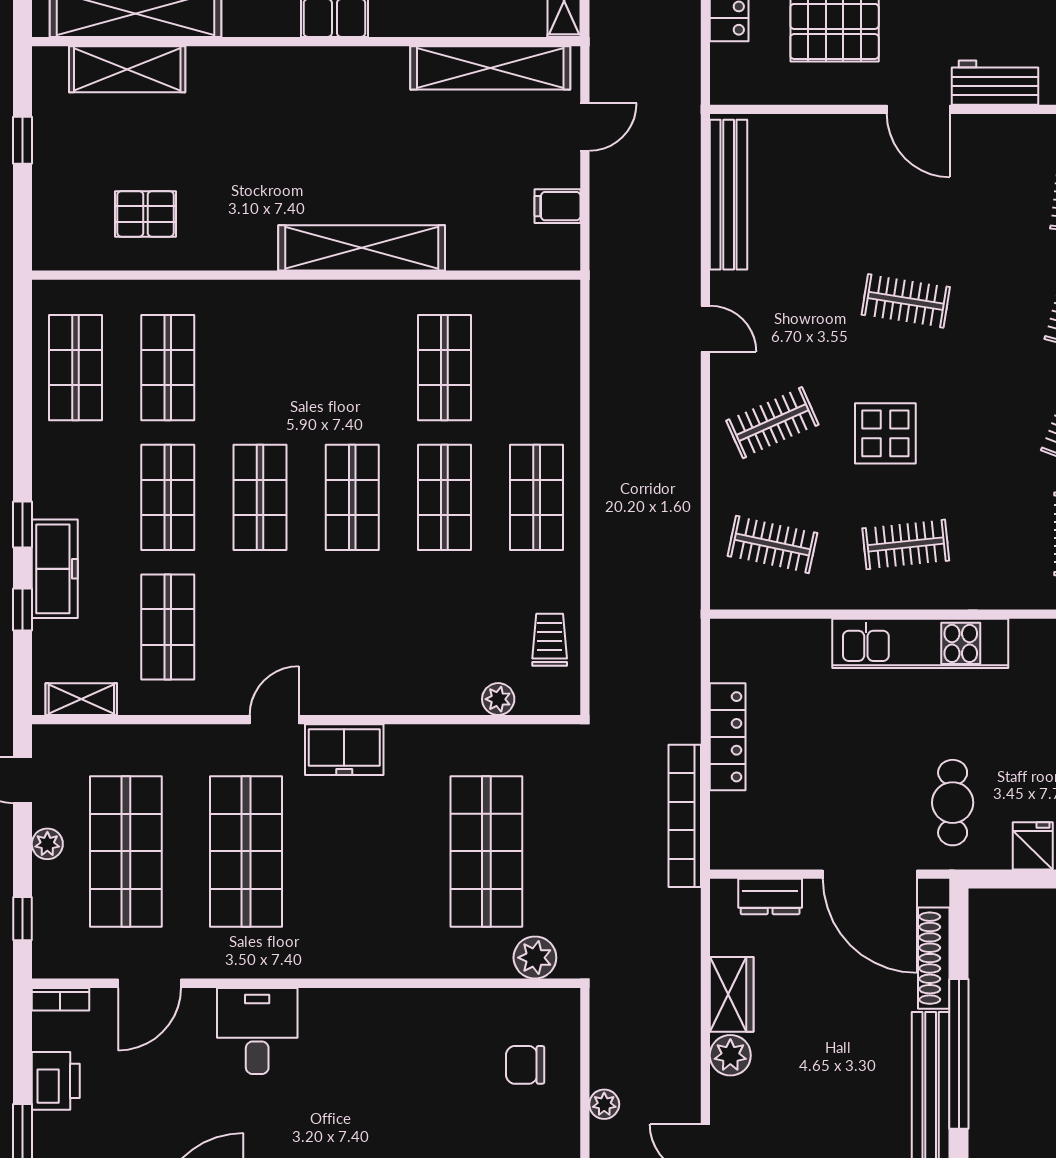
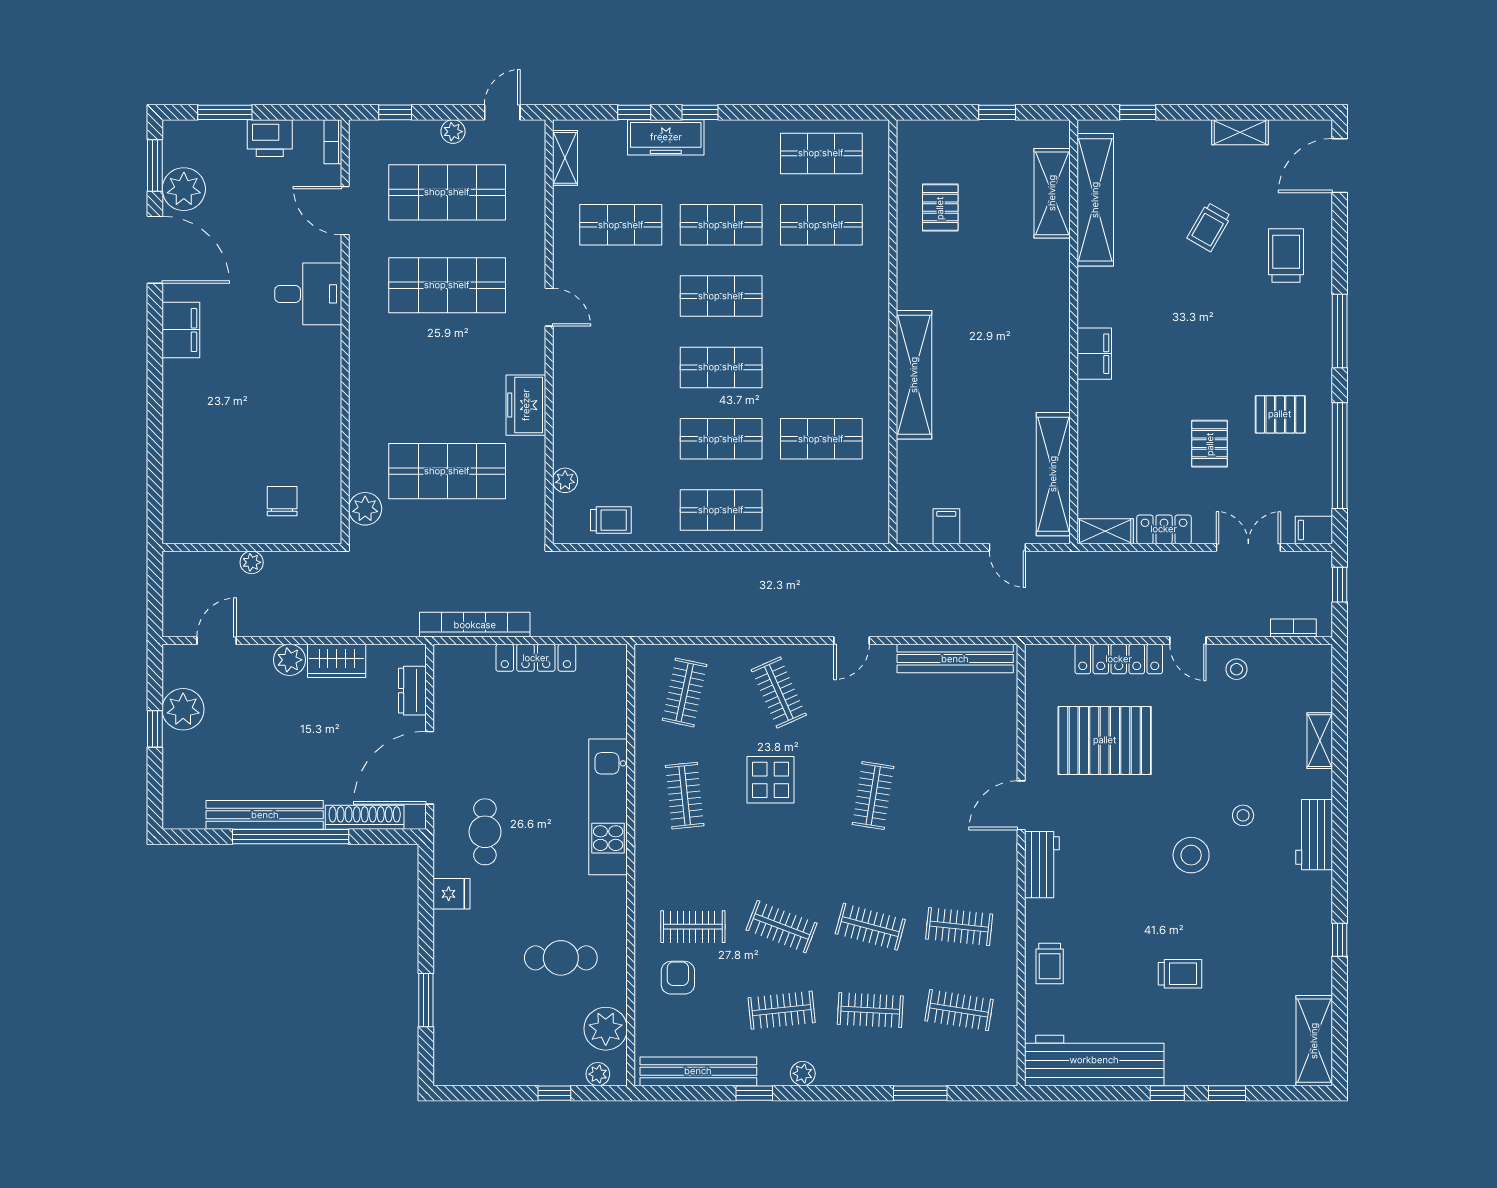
freezer: (344, 750) -> (526, 405), moved
cafe table: (953, 803) -> (485, 832), turned 90

